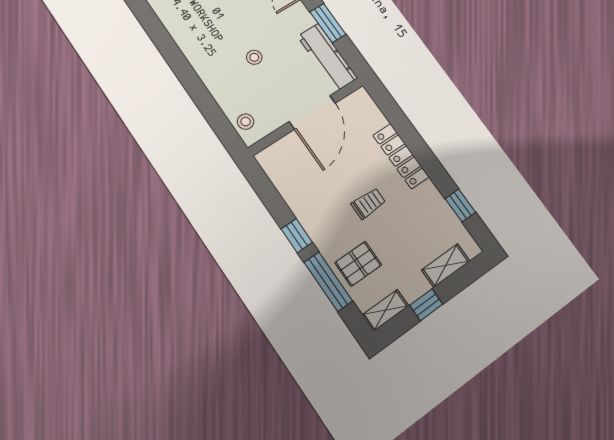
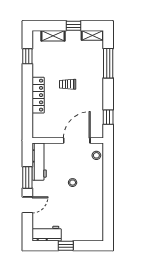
door: (312, 112) -> (77, 140), moved
window: (297, 236) -> (108, 117), moved
pallet: (358, 264) -> (90, 62), removed

